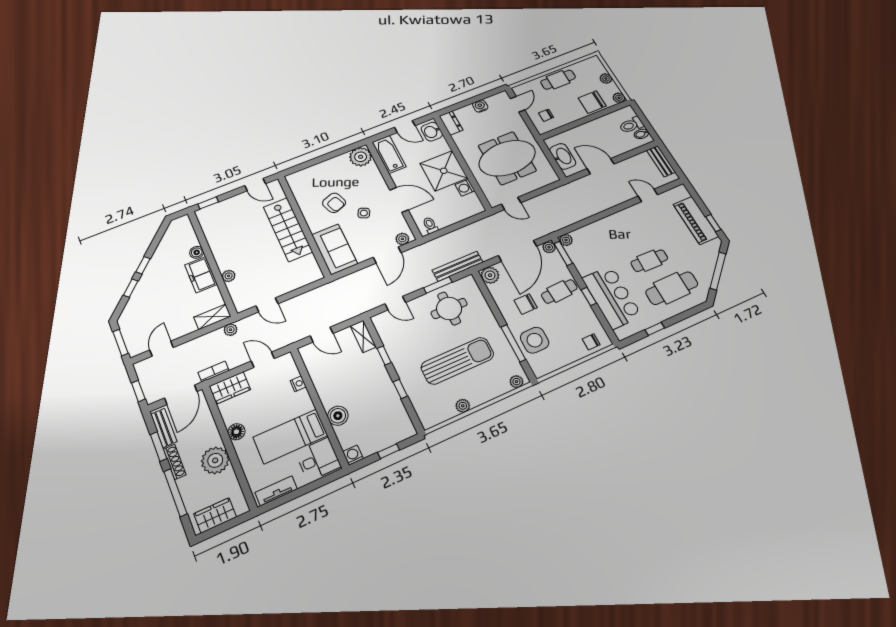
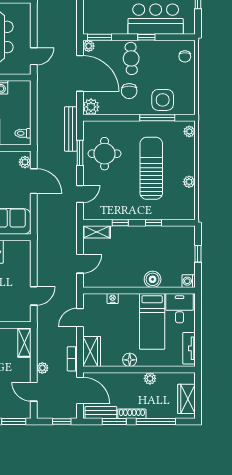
plant: (566, 240) -> (89, 28), removed
plant: (231, 330) -> (42, 368), moved
plant: (215, 460) -> (150, 378), width x0.53, depth x0.53

